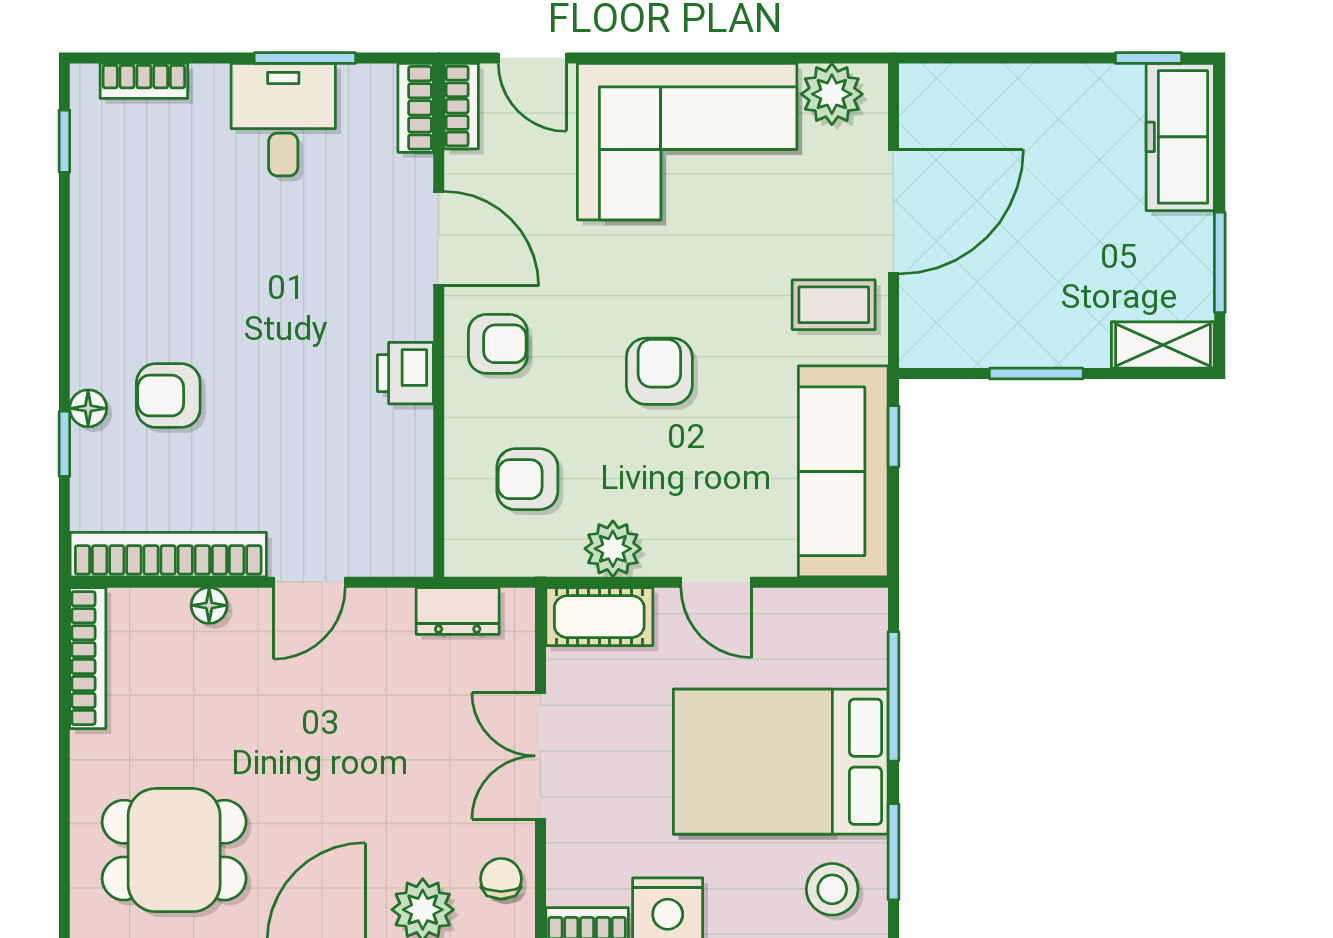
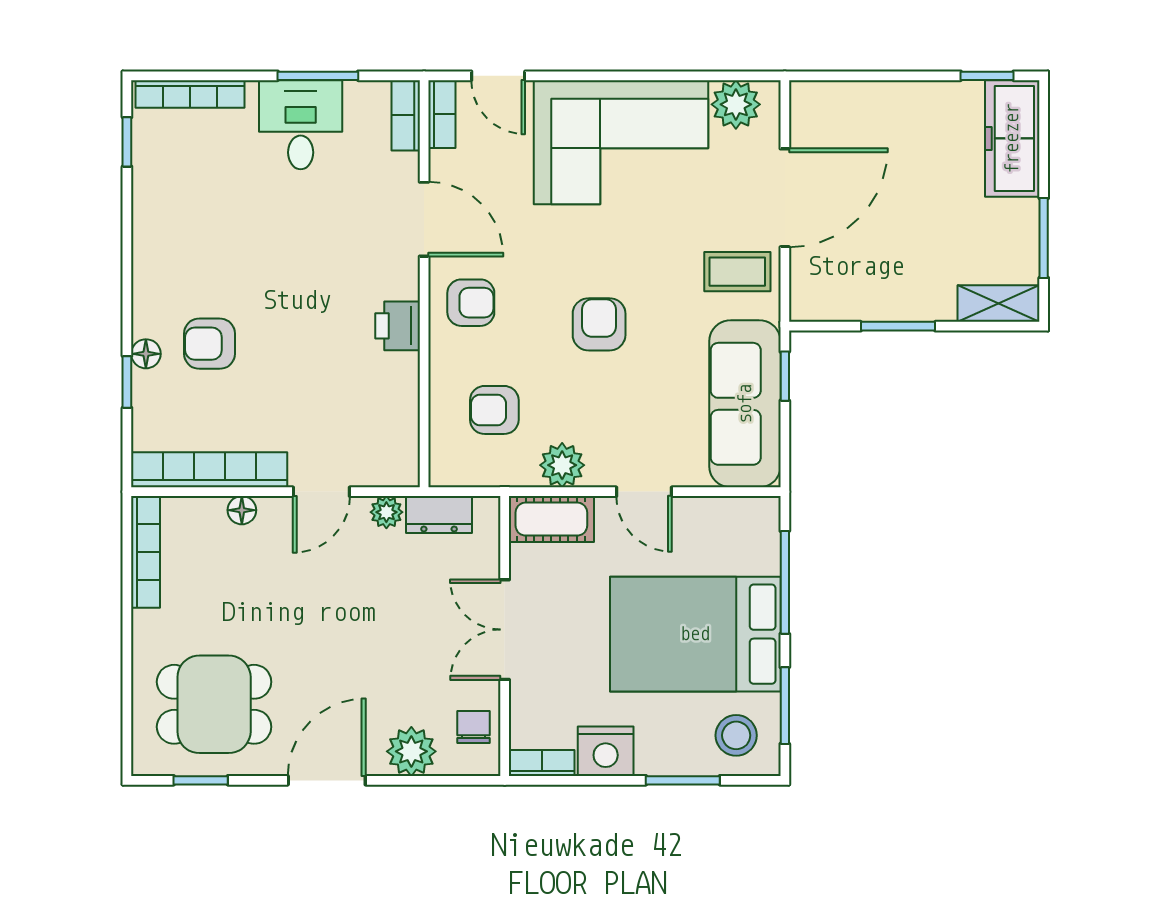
bookcase: (144, 81) -> (190, 94), width x1.56
plant: (391, 608) -> (386, 512), added

